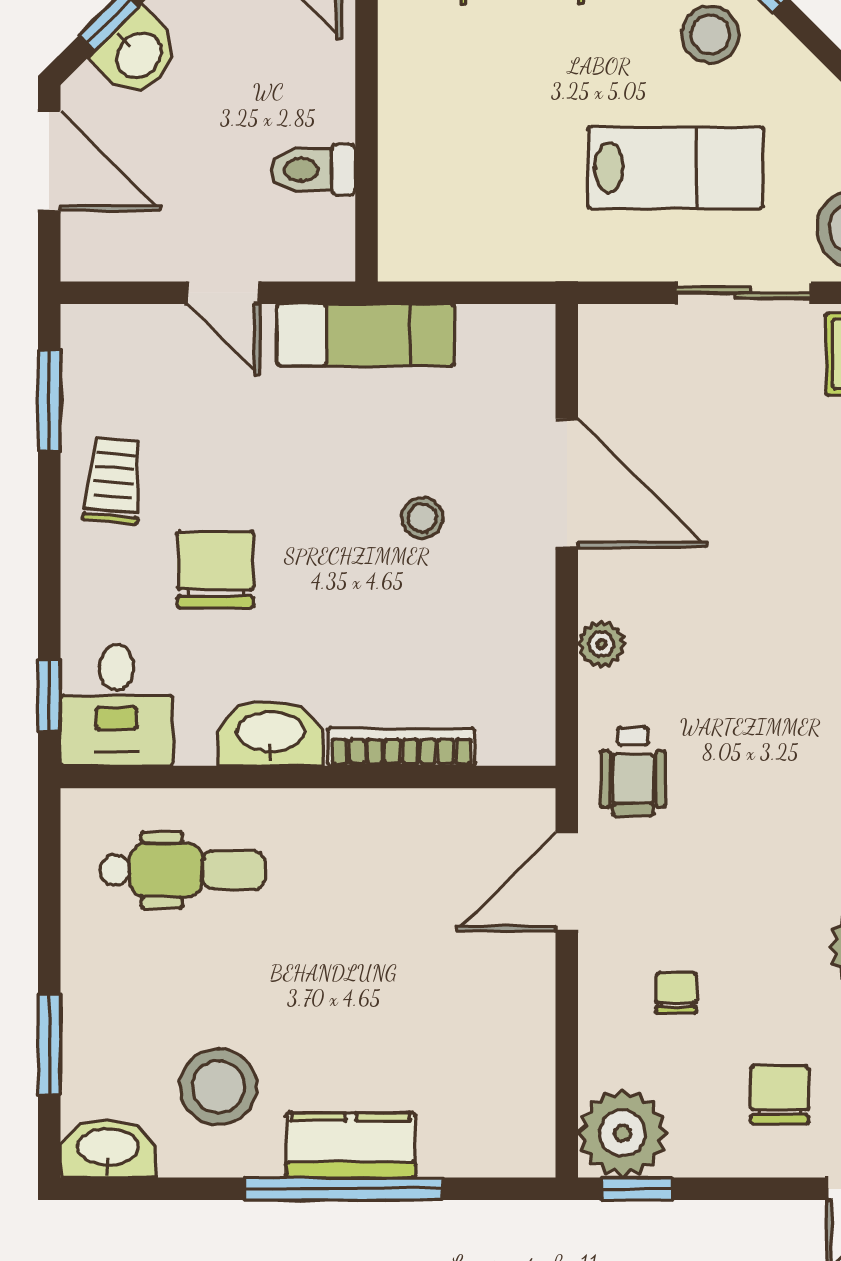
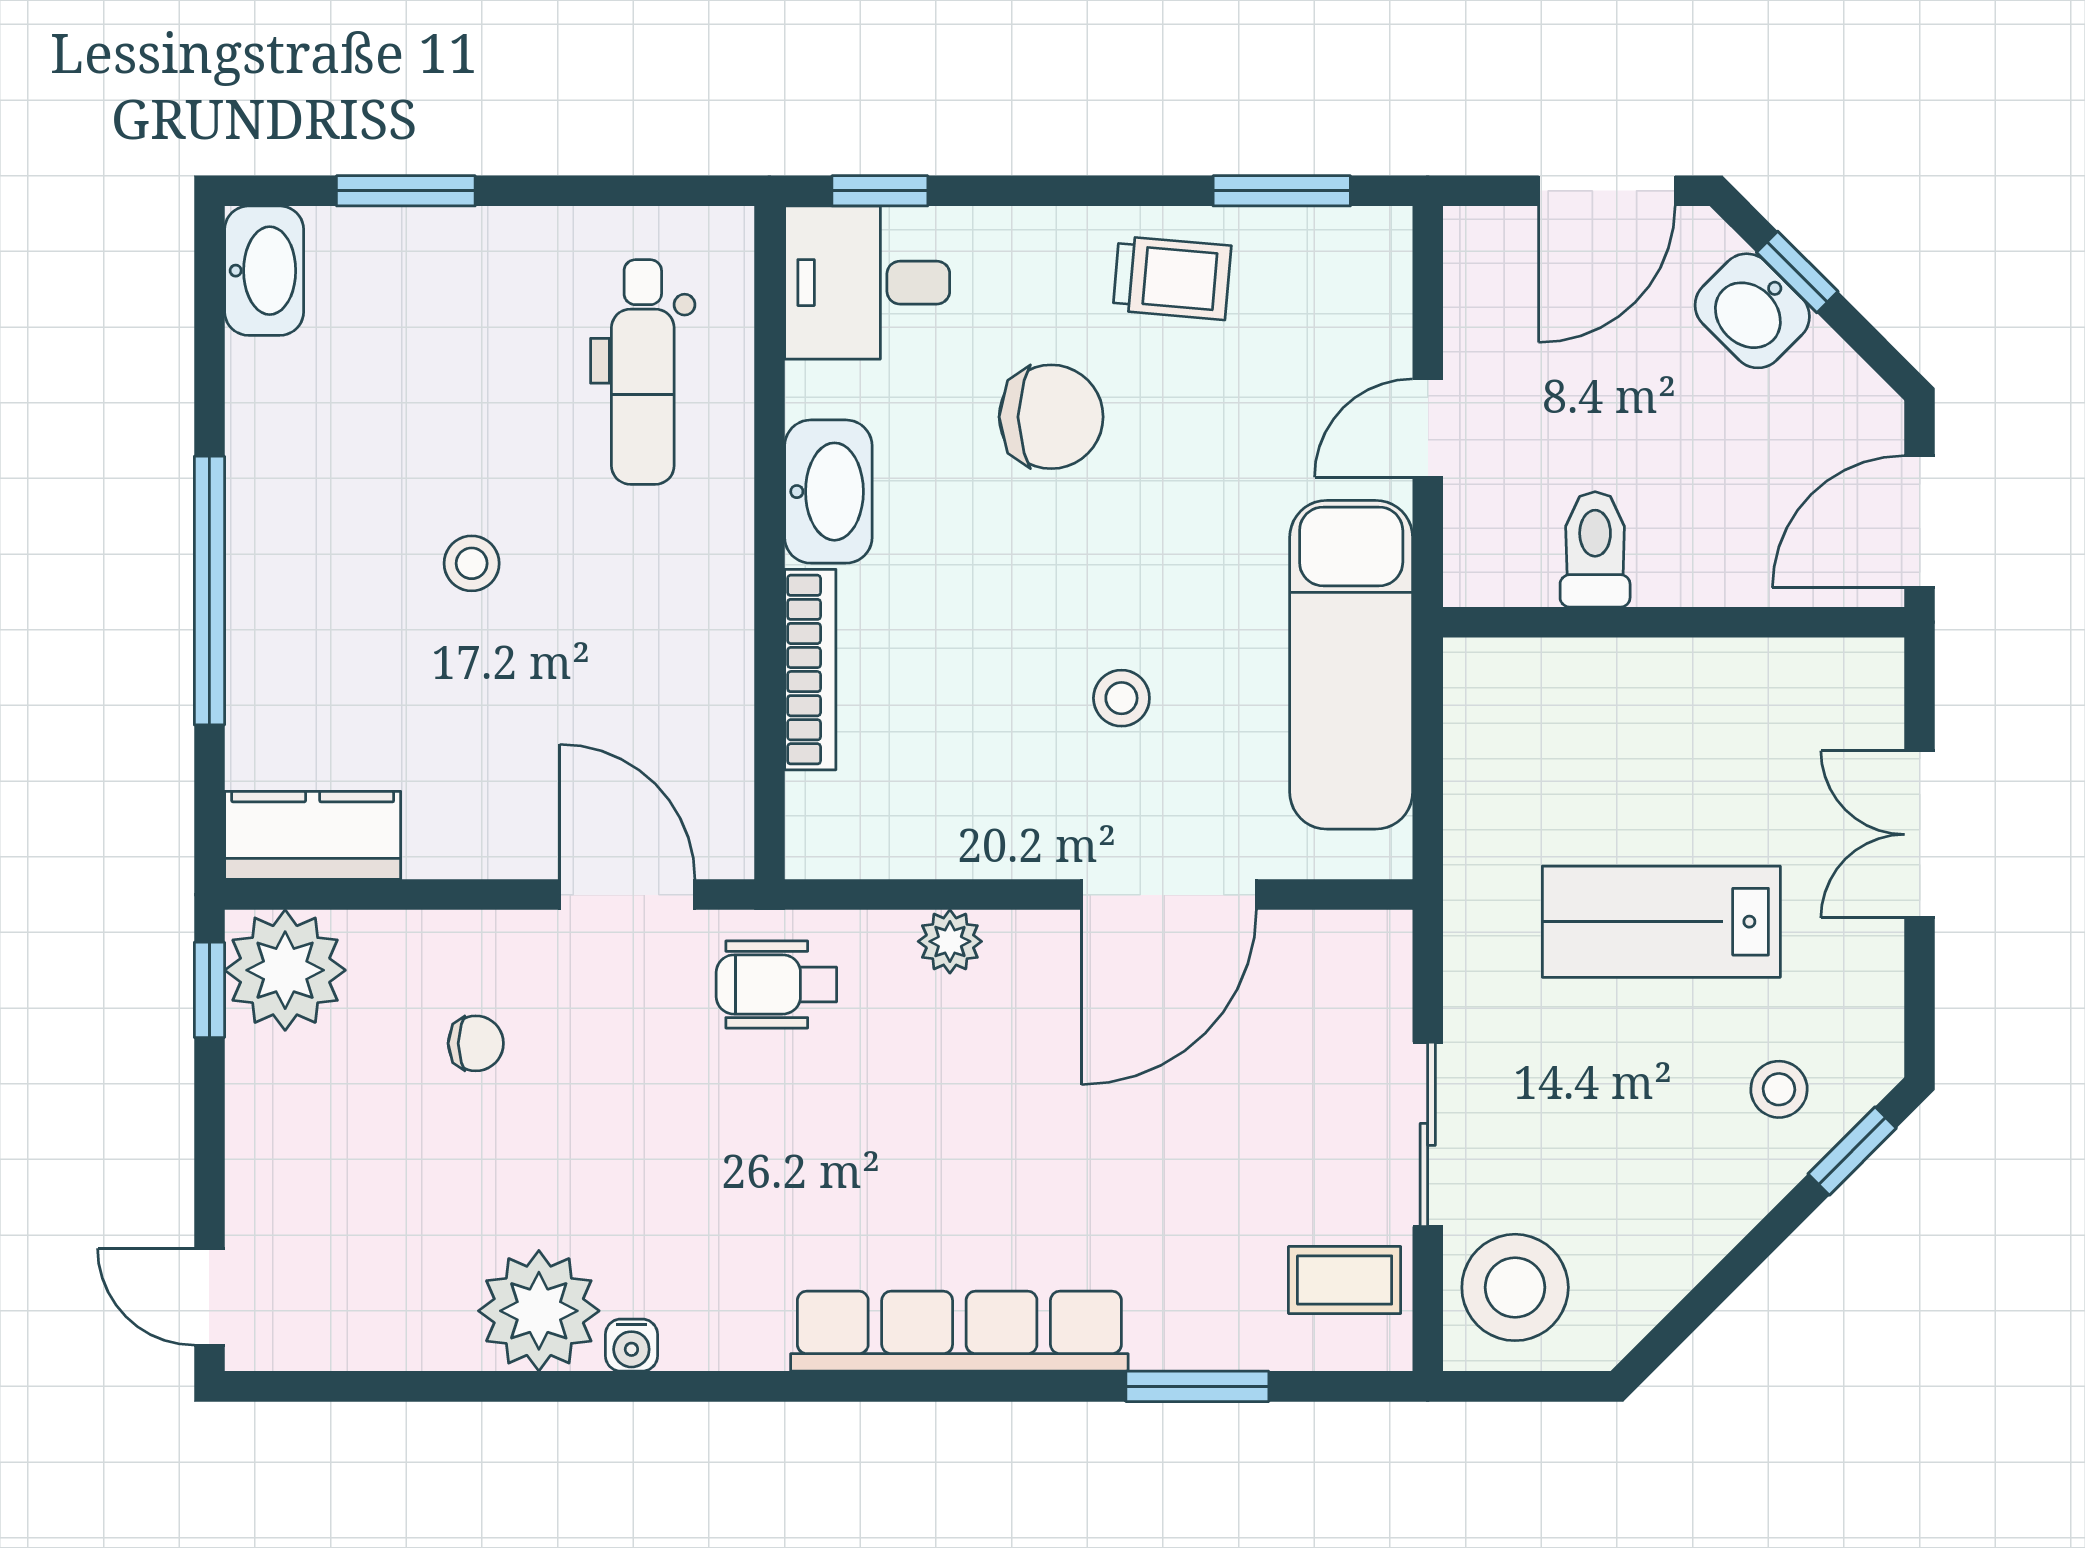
stool: (710, 34) -> (1779, 1089), width x0.73, depth x0.73
lab bench: (676, 168) -> (1661, 922), moved, turned 90
exam couch: (366, 335) -> (1351, 665), width x1.36, depth x1.45
stool: (218, 1087) -> (472, 563), moved, width x0.53, depth x0.53
chair: (780, 1095) -> (337, 1184), removed
kitchen counter: (351, 1145) -> (313, 835), moved, turned -90

